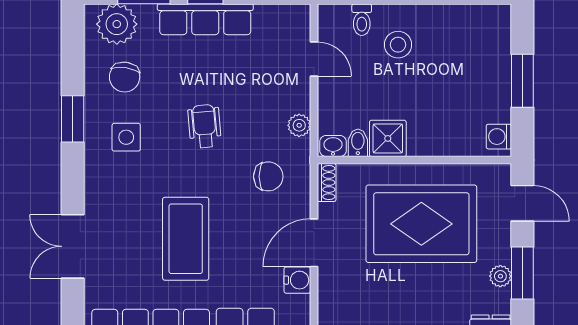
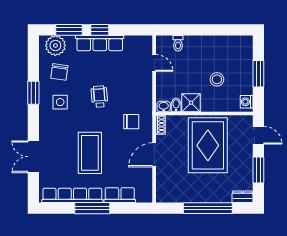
stool: (398, 45) -> (217, 79), moved
plant: (299, 125) -> (147, 96), removed
rug: (421, 224) -> (208, 145), turned 90
plant: (500, 276) -> (247, 172), removed
water cooler: (297, 280) -> (146, 174), removed

